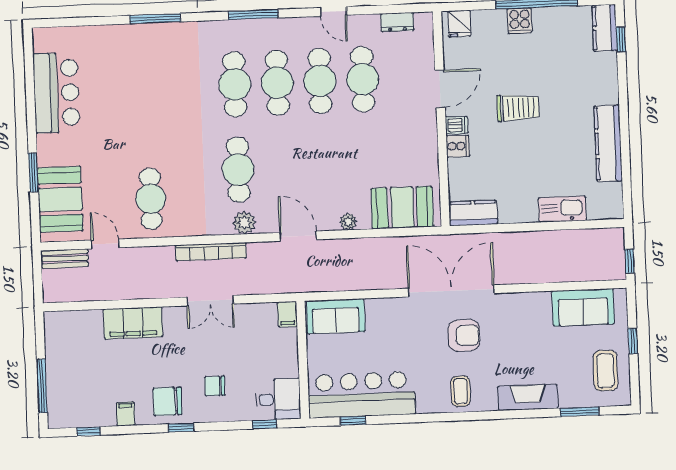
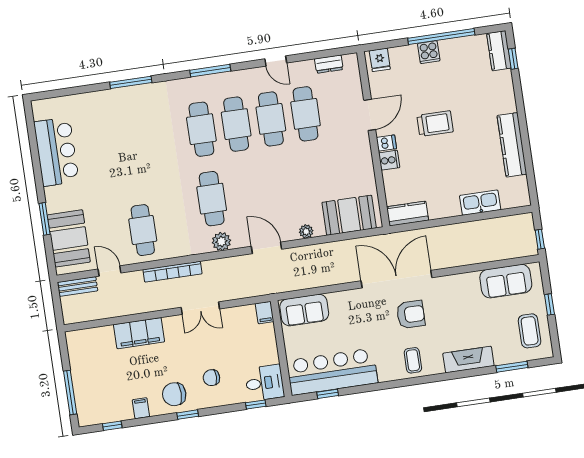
bookcase: (211, 252) -> (172, 272), moved

